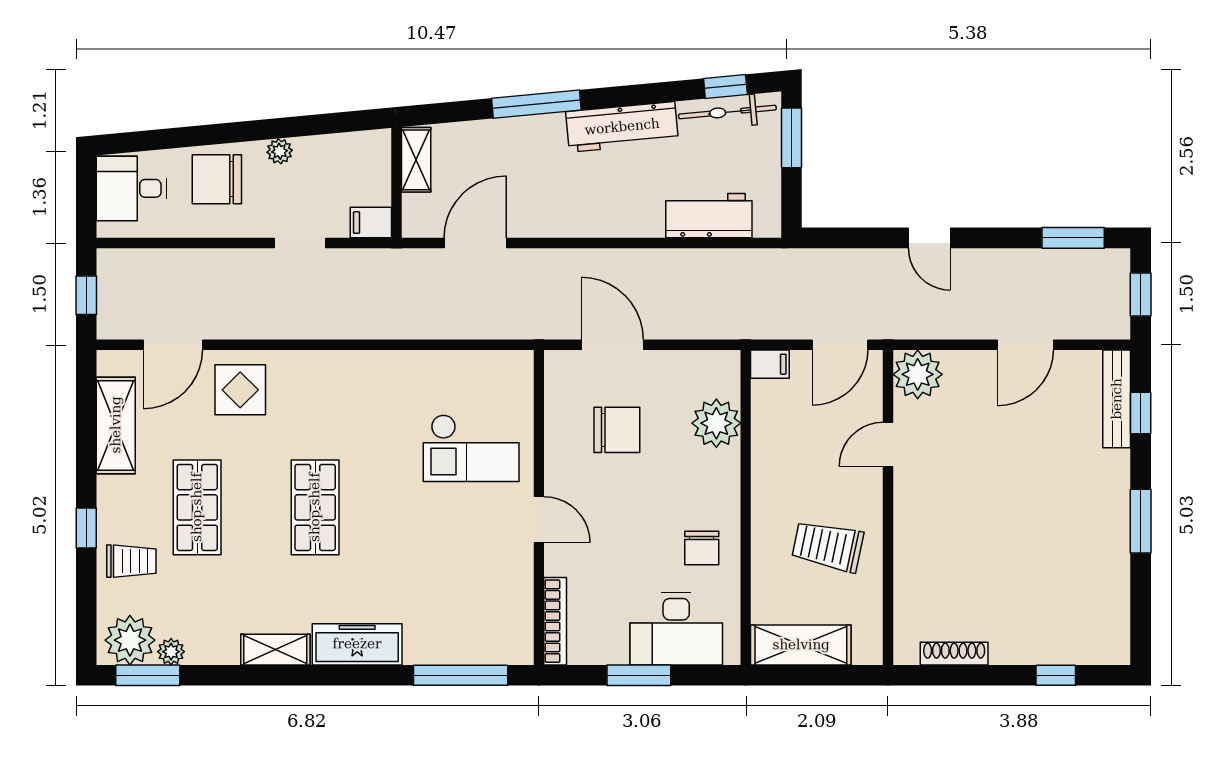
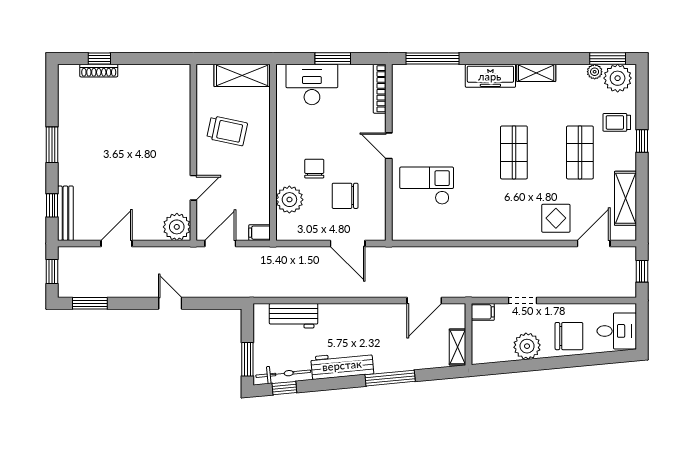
plant: (280, 151) -> (527, 346), width x1.87, depth x1.87
chair: (702, 548) -> (314, 169), moved
shoe rack: (954, 654) -> (99, 71), moved

